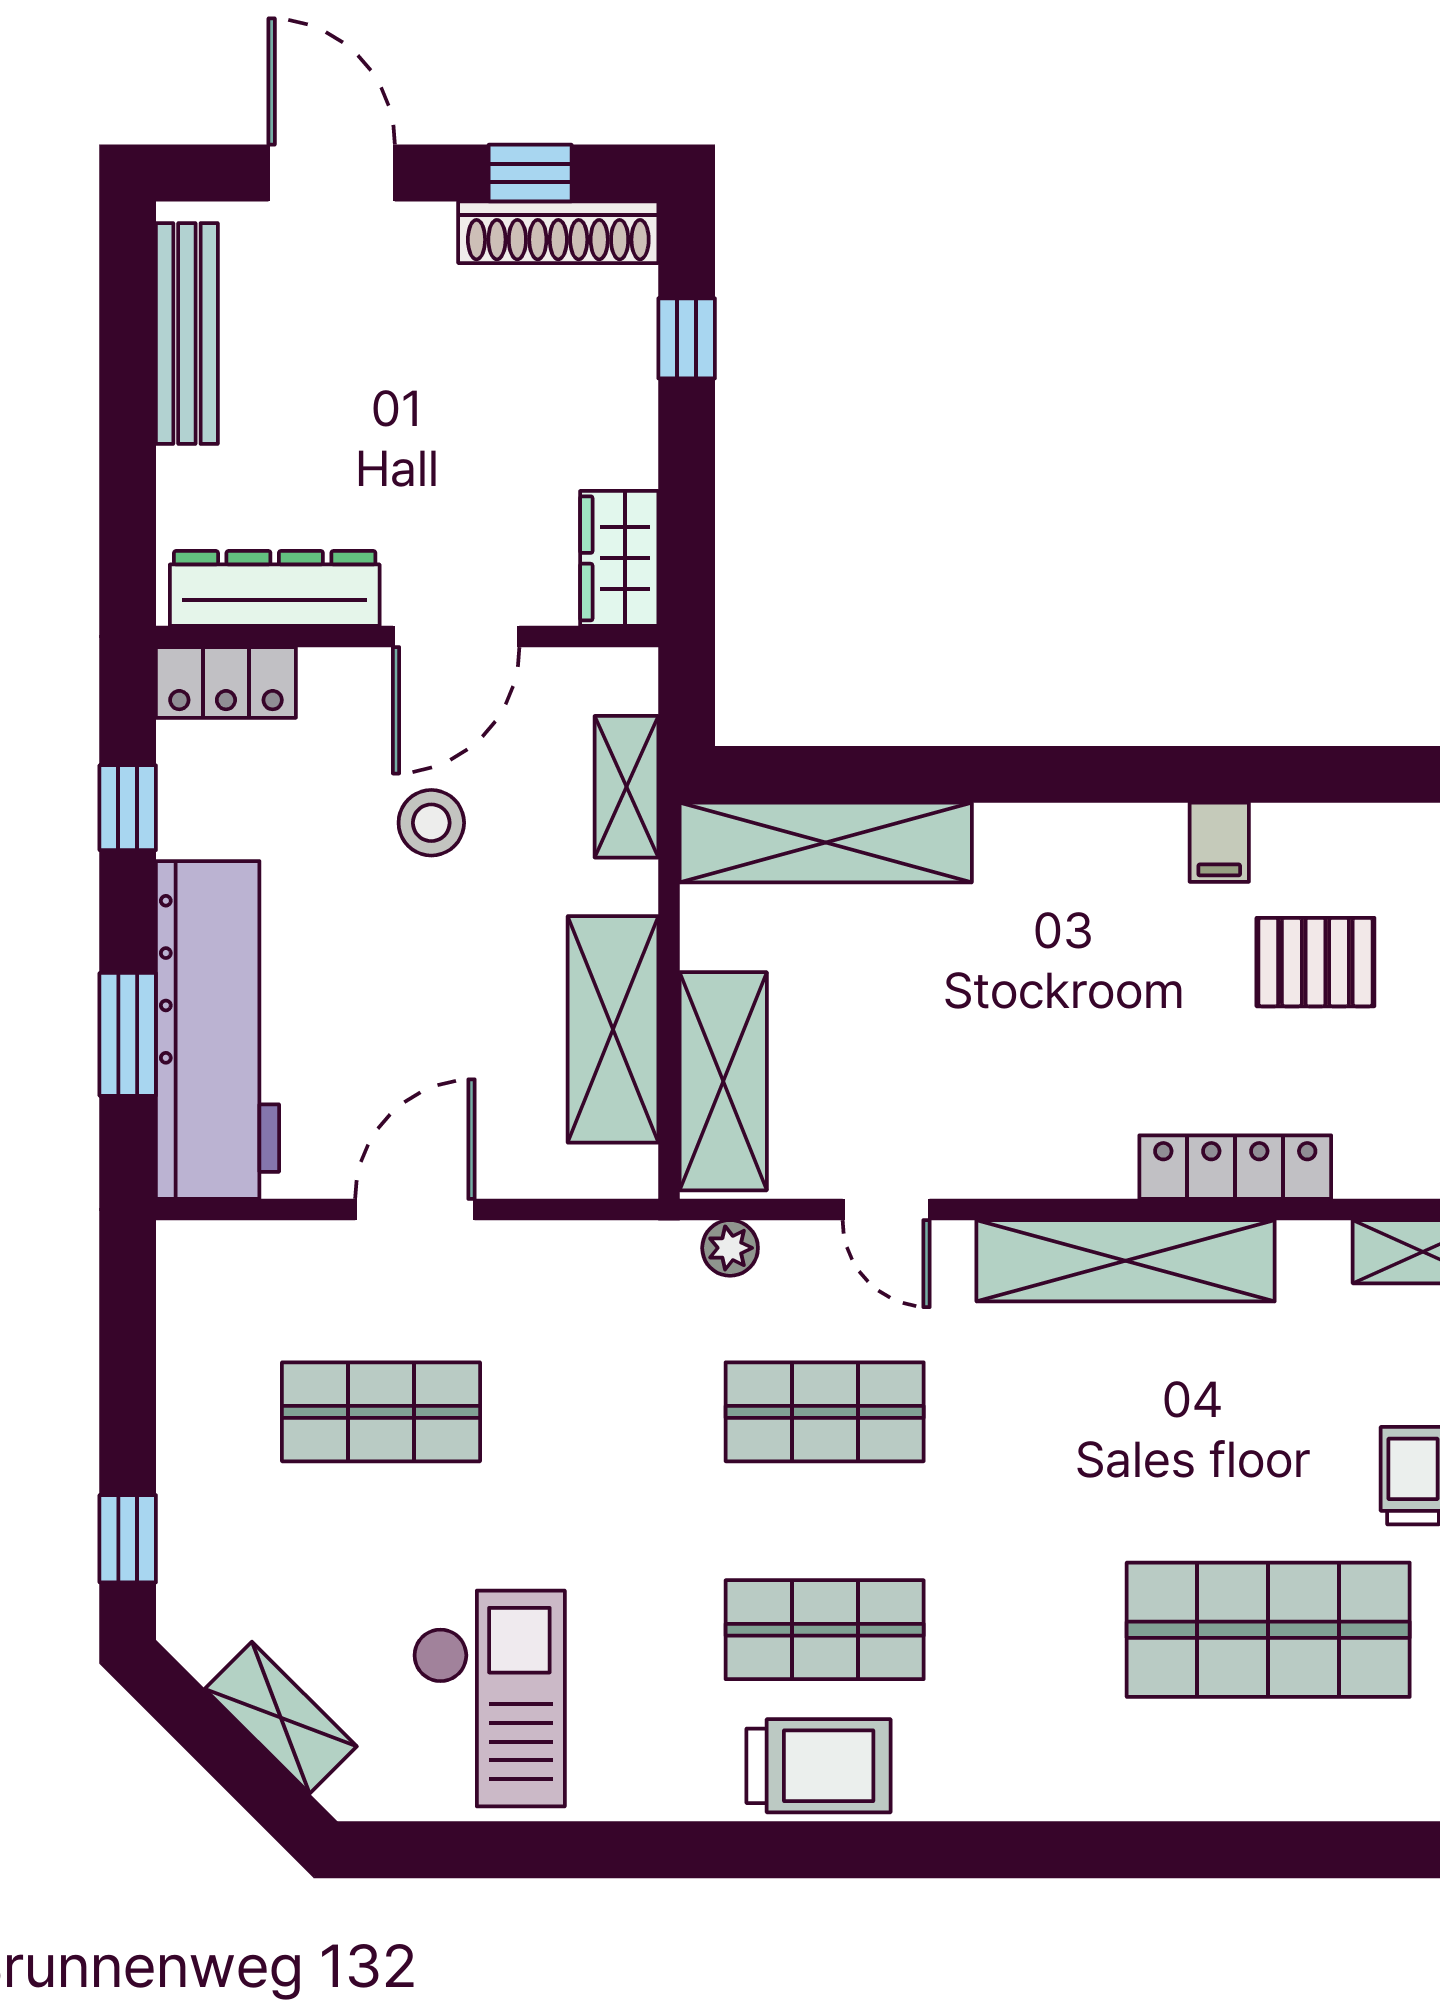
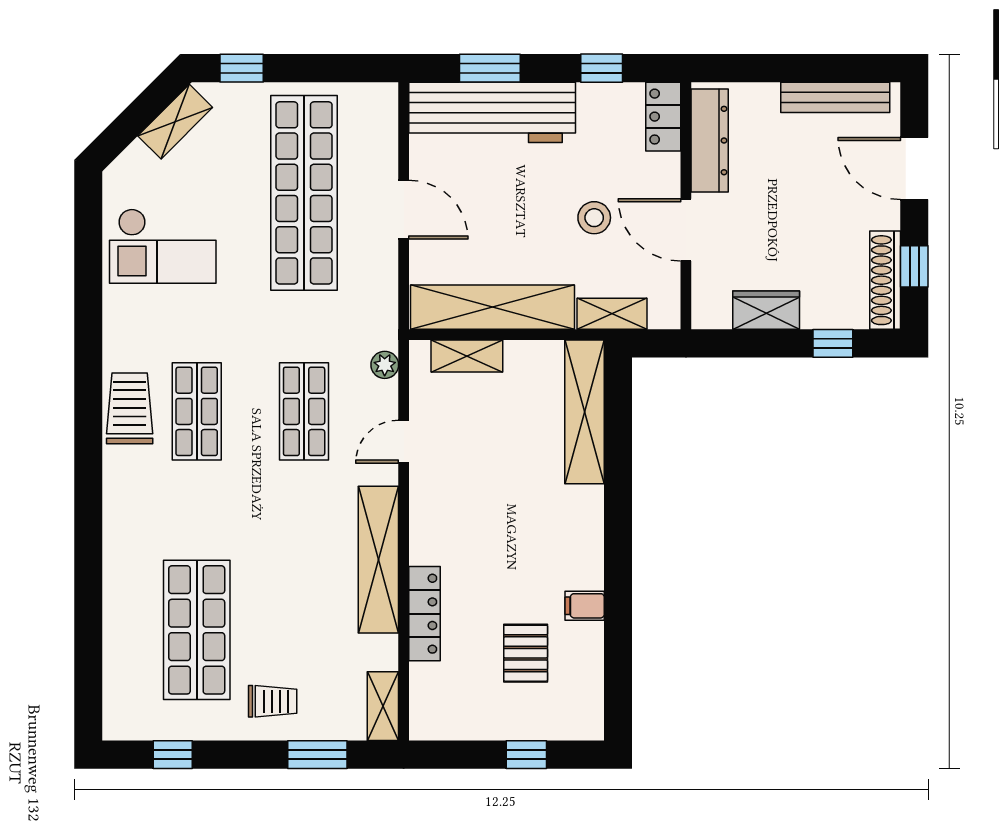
door: (332, 173) -> (914, 169), swing flipped
wardrobe: (619, 558) -> (766, 310), moved
shelving: (613, 1029) -> (492, 307), width x1.47
shelving: (723, 1081) -> (467, 356), width x0.67, depth x0.75
shop shelf: (381, 1412) -> (304, 193), width x2.00, depth x1.36
shelving: (281, 1718) -> (175, 122), moved
trolley: (819, 1766) -> (130, 408), turned 180

